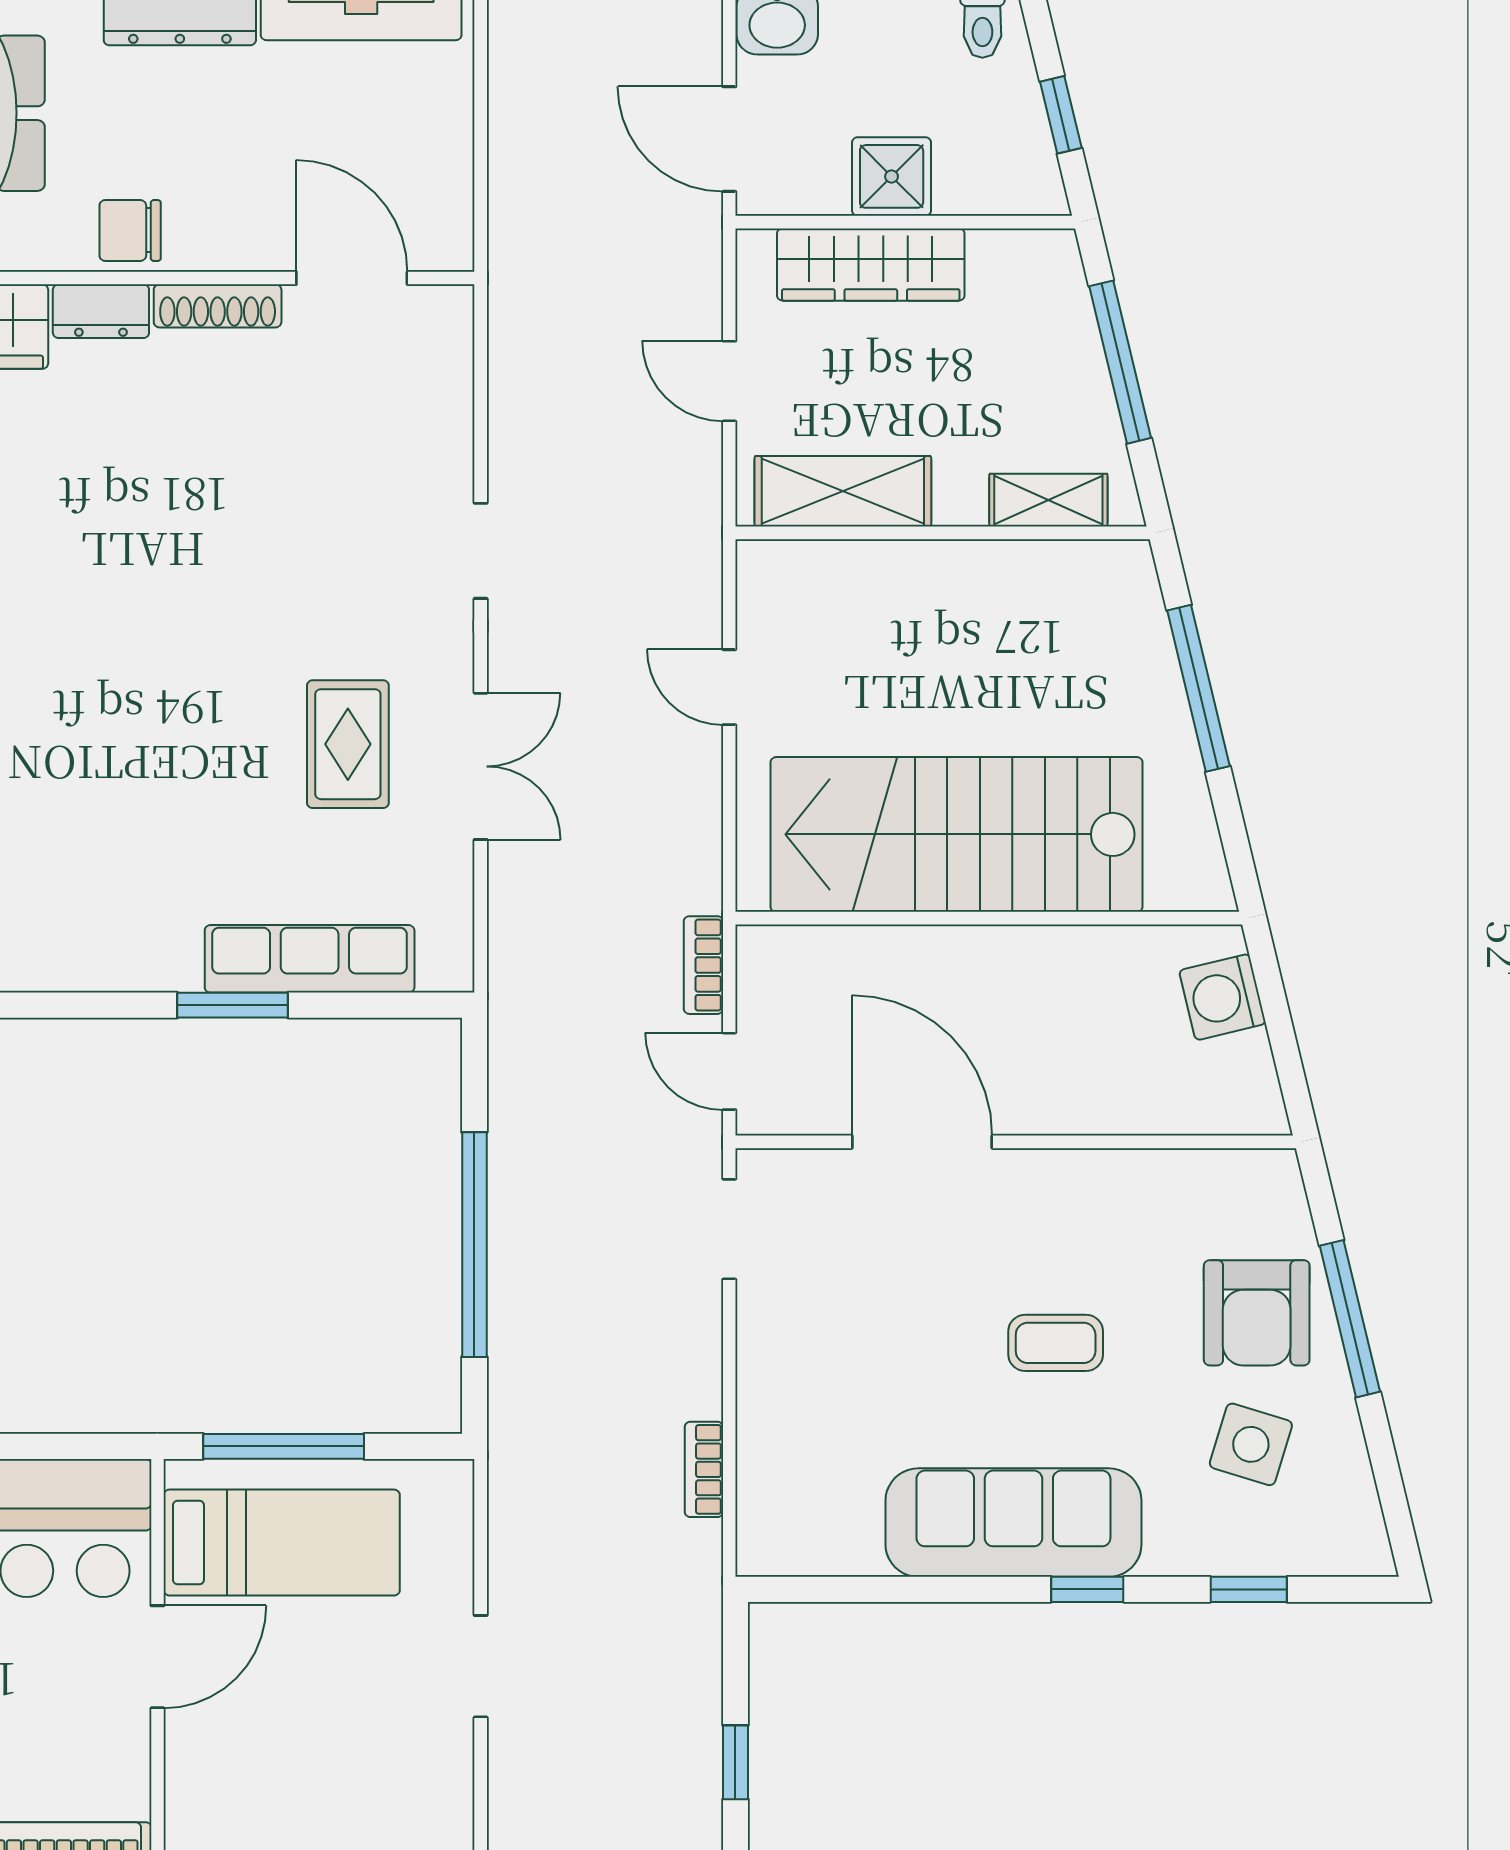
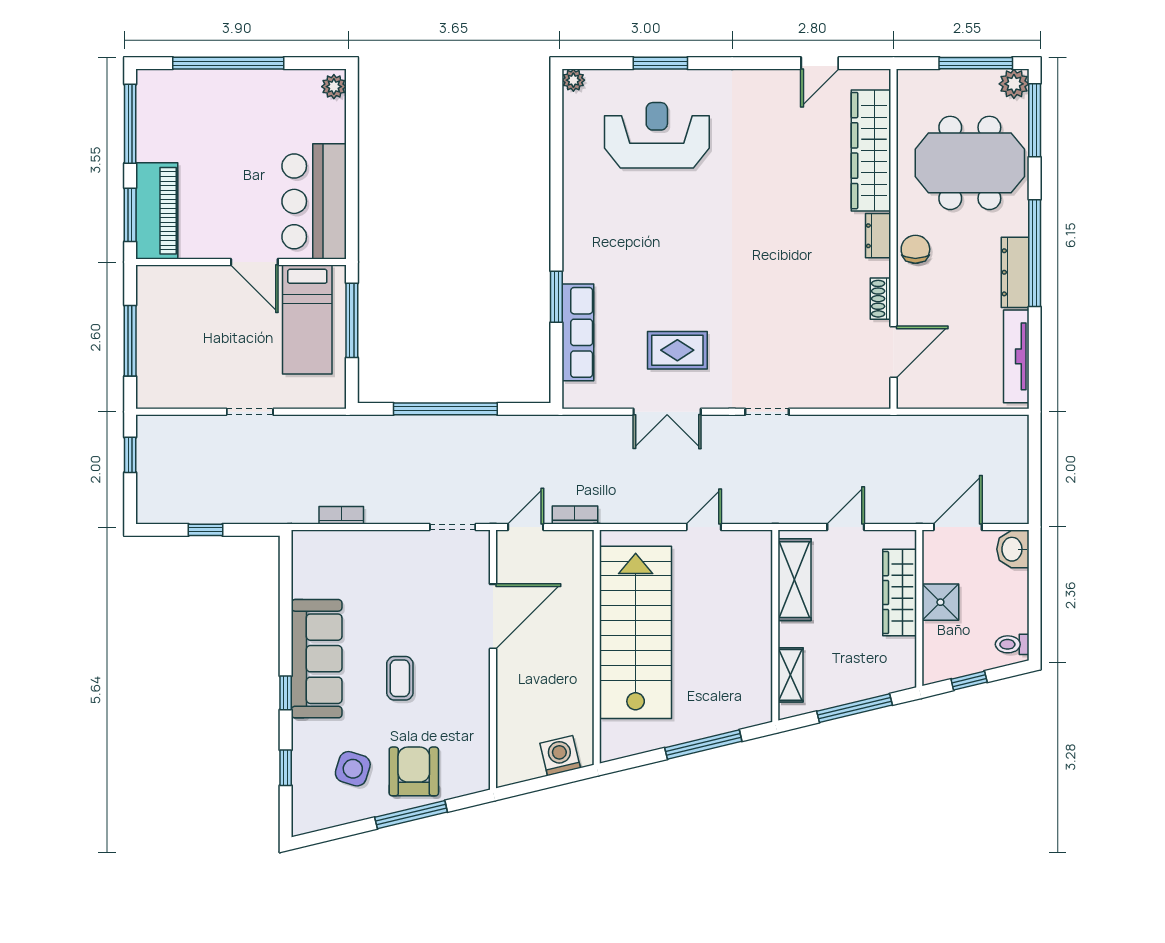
shoe rack: (218, 306) -> (881, 299), width x0.70
armchair: (1257, 1313) -> (414, 771), turned 90

